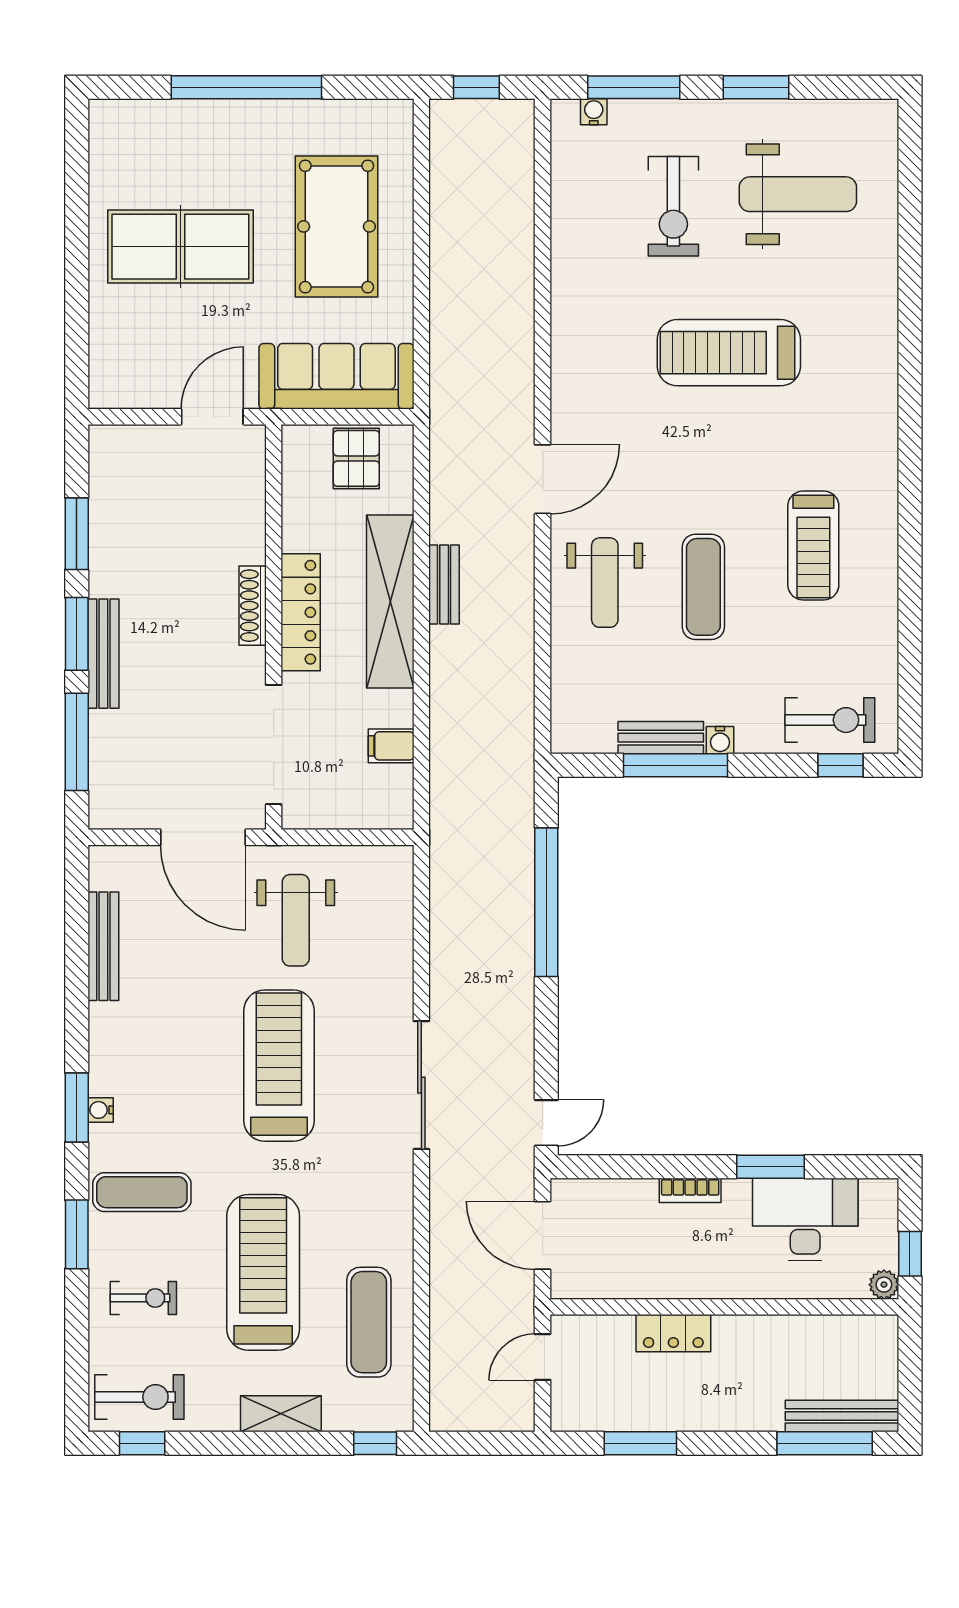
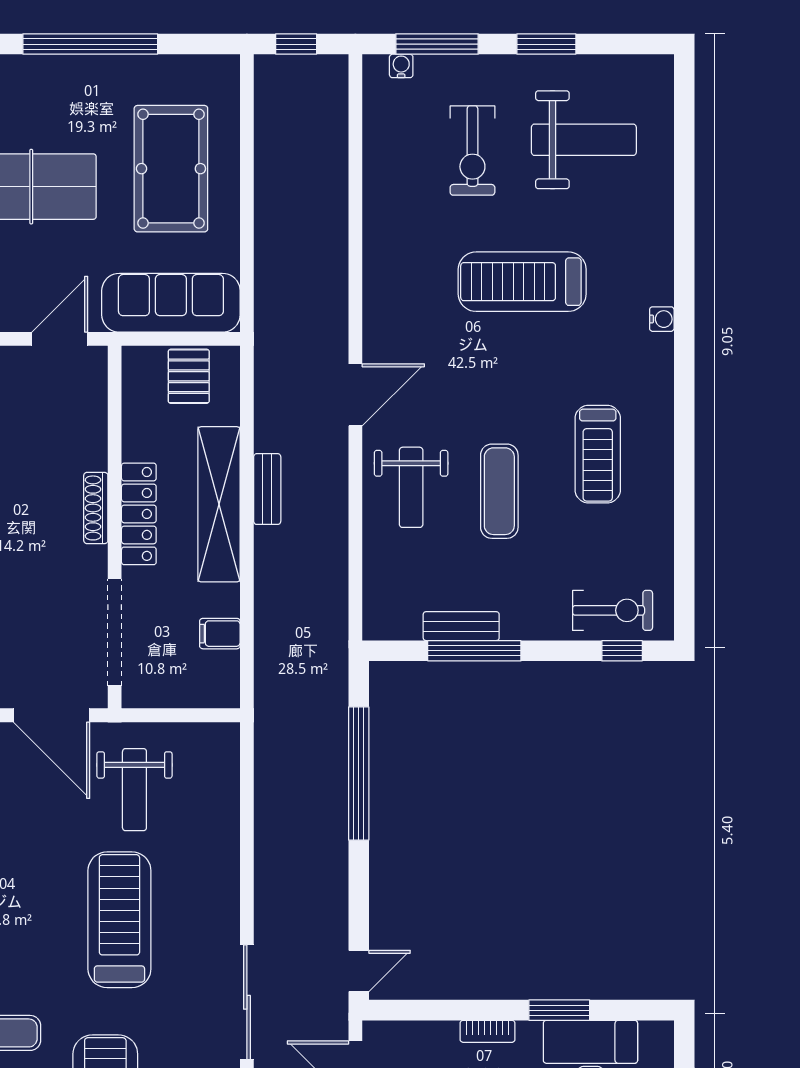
water cooler: (720, 740) -> (662, 319), moved, turned -90
sliding door: (421, 1085) -> (247, 1002), moved

